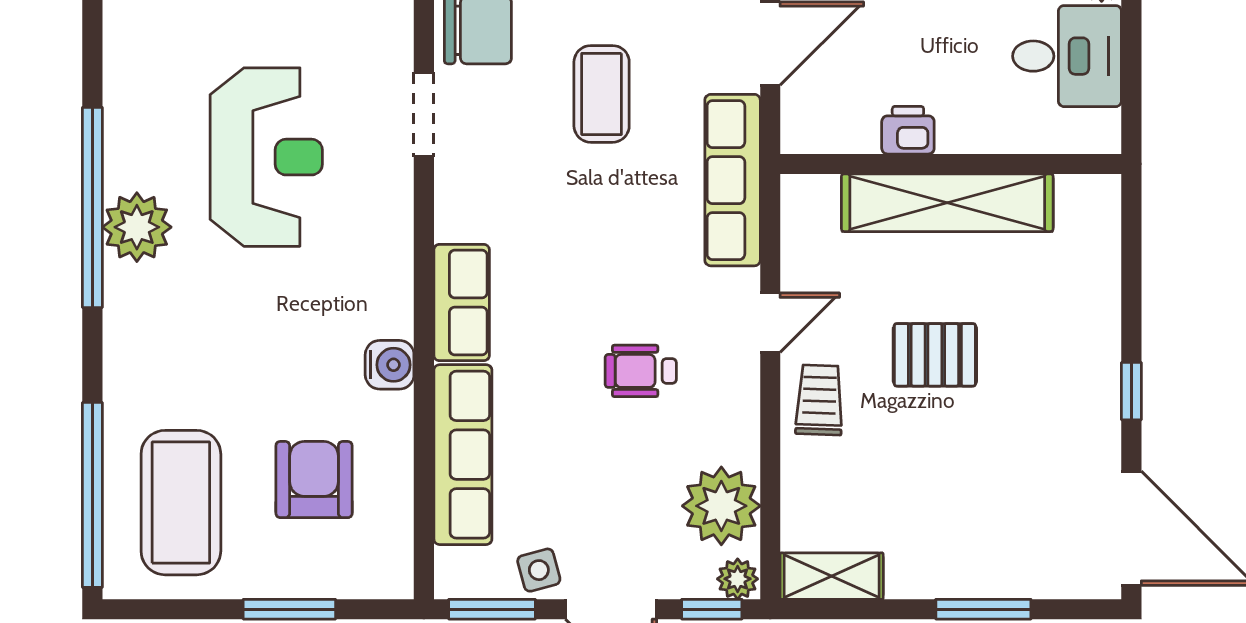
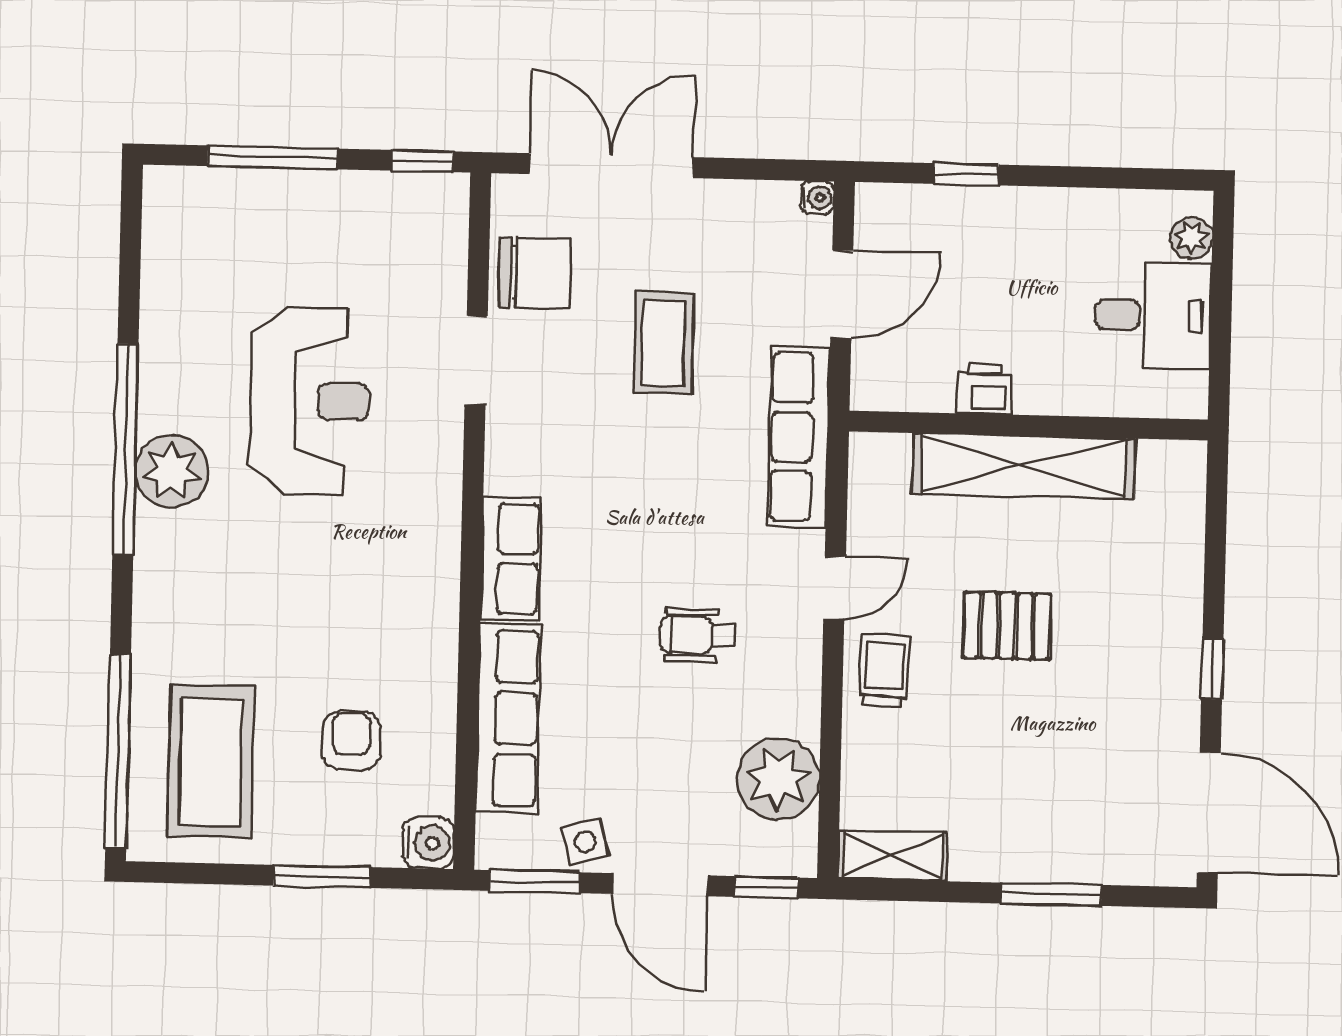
water cooler: (390, 365) -> (428, 843), moved
armchair: (314, 480) -> (351, 741), width x0.72, depth x0.72
plant: (738, 579) -> (794, 856), removed

